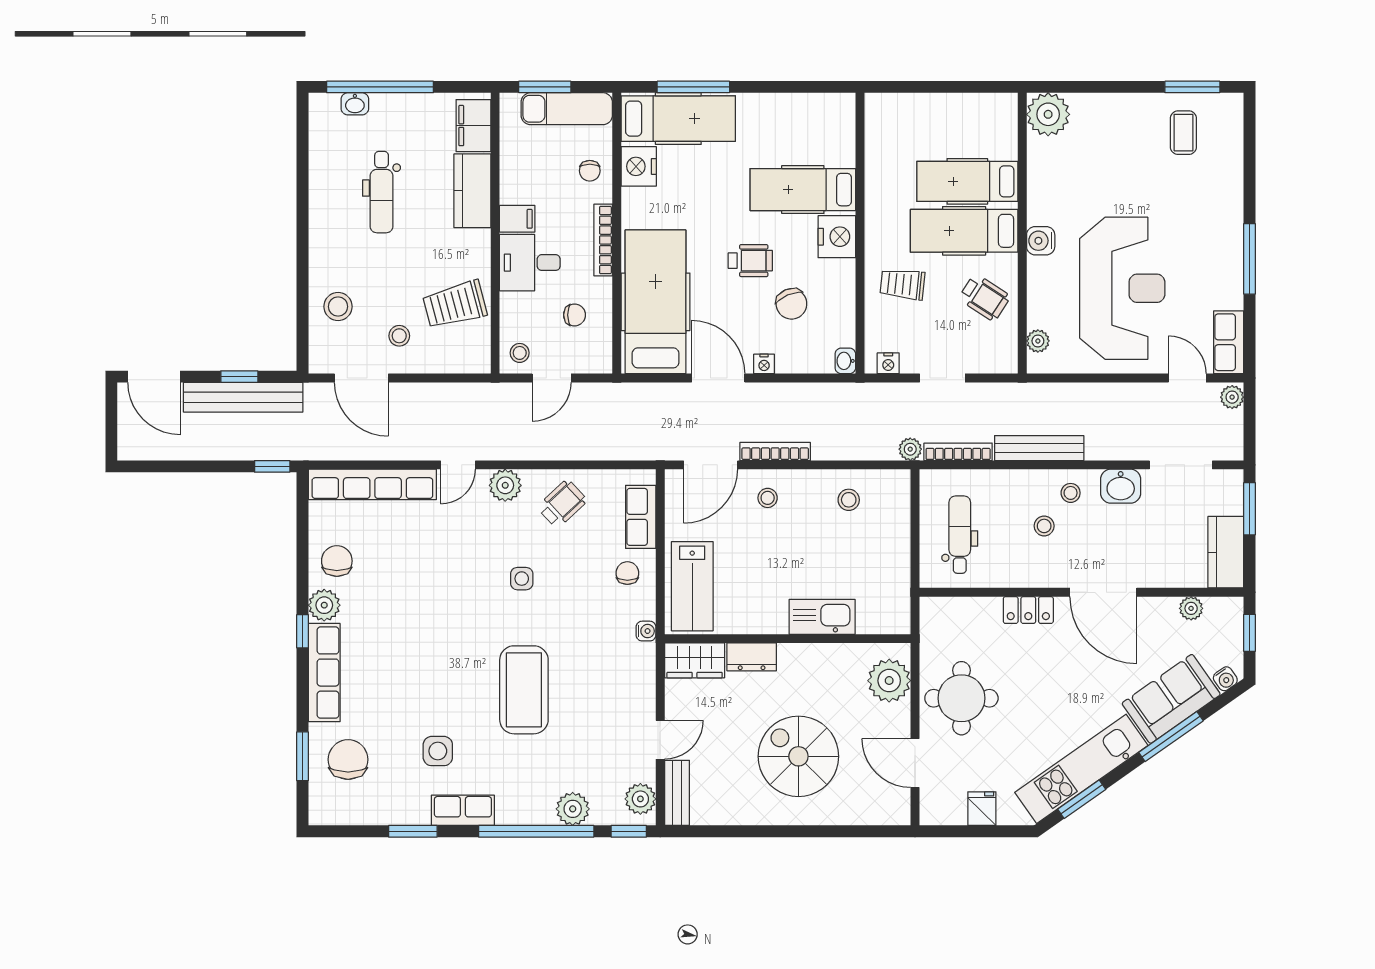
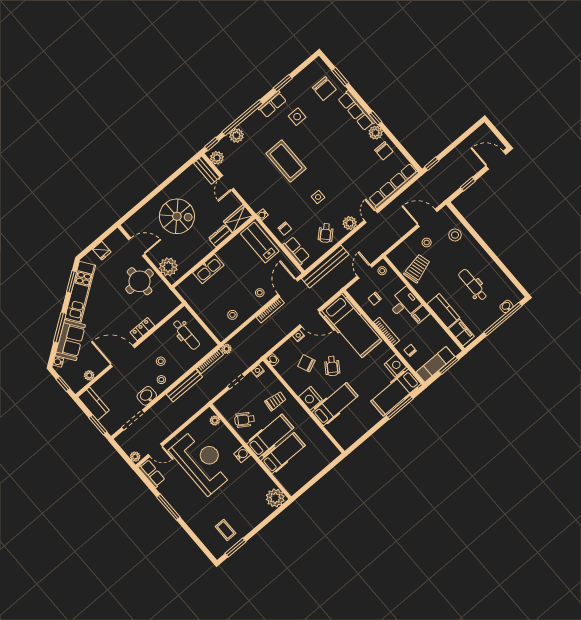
wheelchair: (750, 261) -> (332, 366), turned -56
reception desk: (1122, 288) -> (202, 461), turned 180
bench: (243, 397) -> (325, 267), moved

